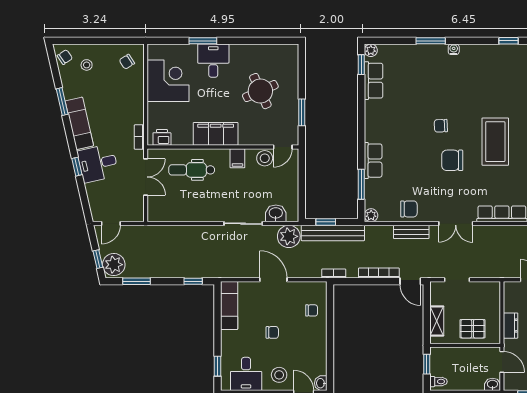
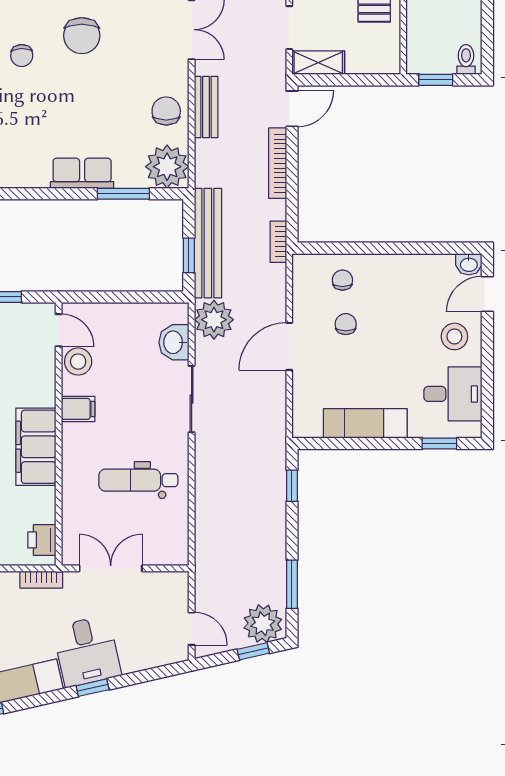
dental chair: (192, 170) -> (138, 480), moved, turned 90
plant: (371, 215) -> (167, 167), width x1.88, depth x1.88
exam couch: (229, 305) -> (365, 423), moved
shelving: (437, 321) -> (318, 63), moved
chair: (272, 332) -> (346, 324), moved

